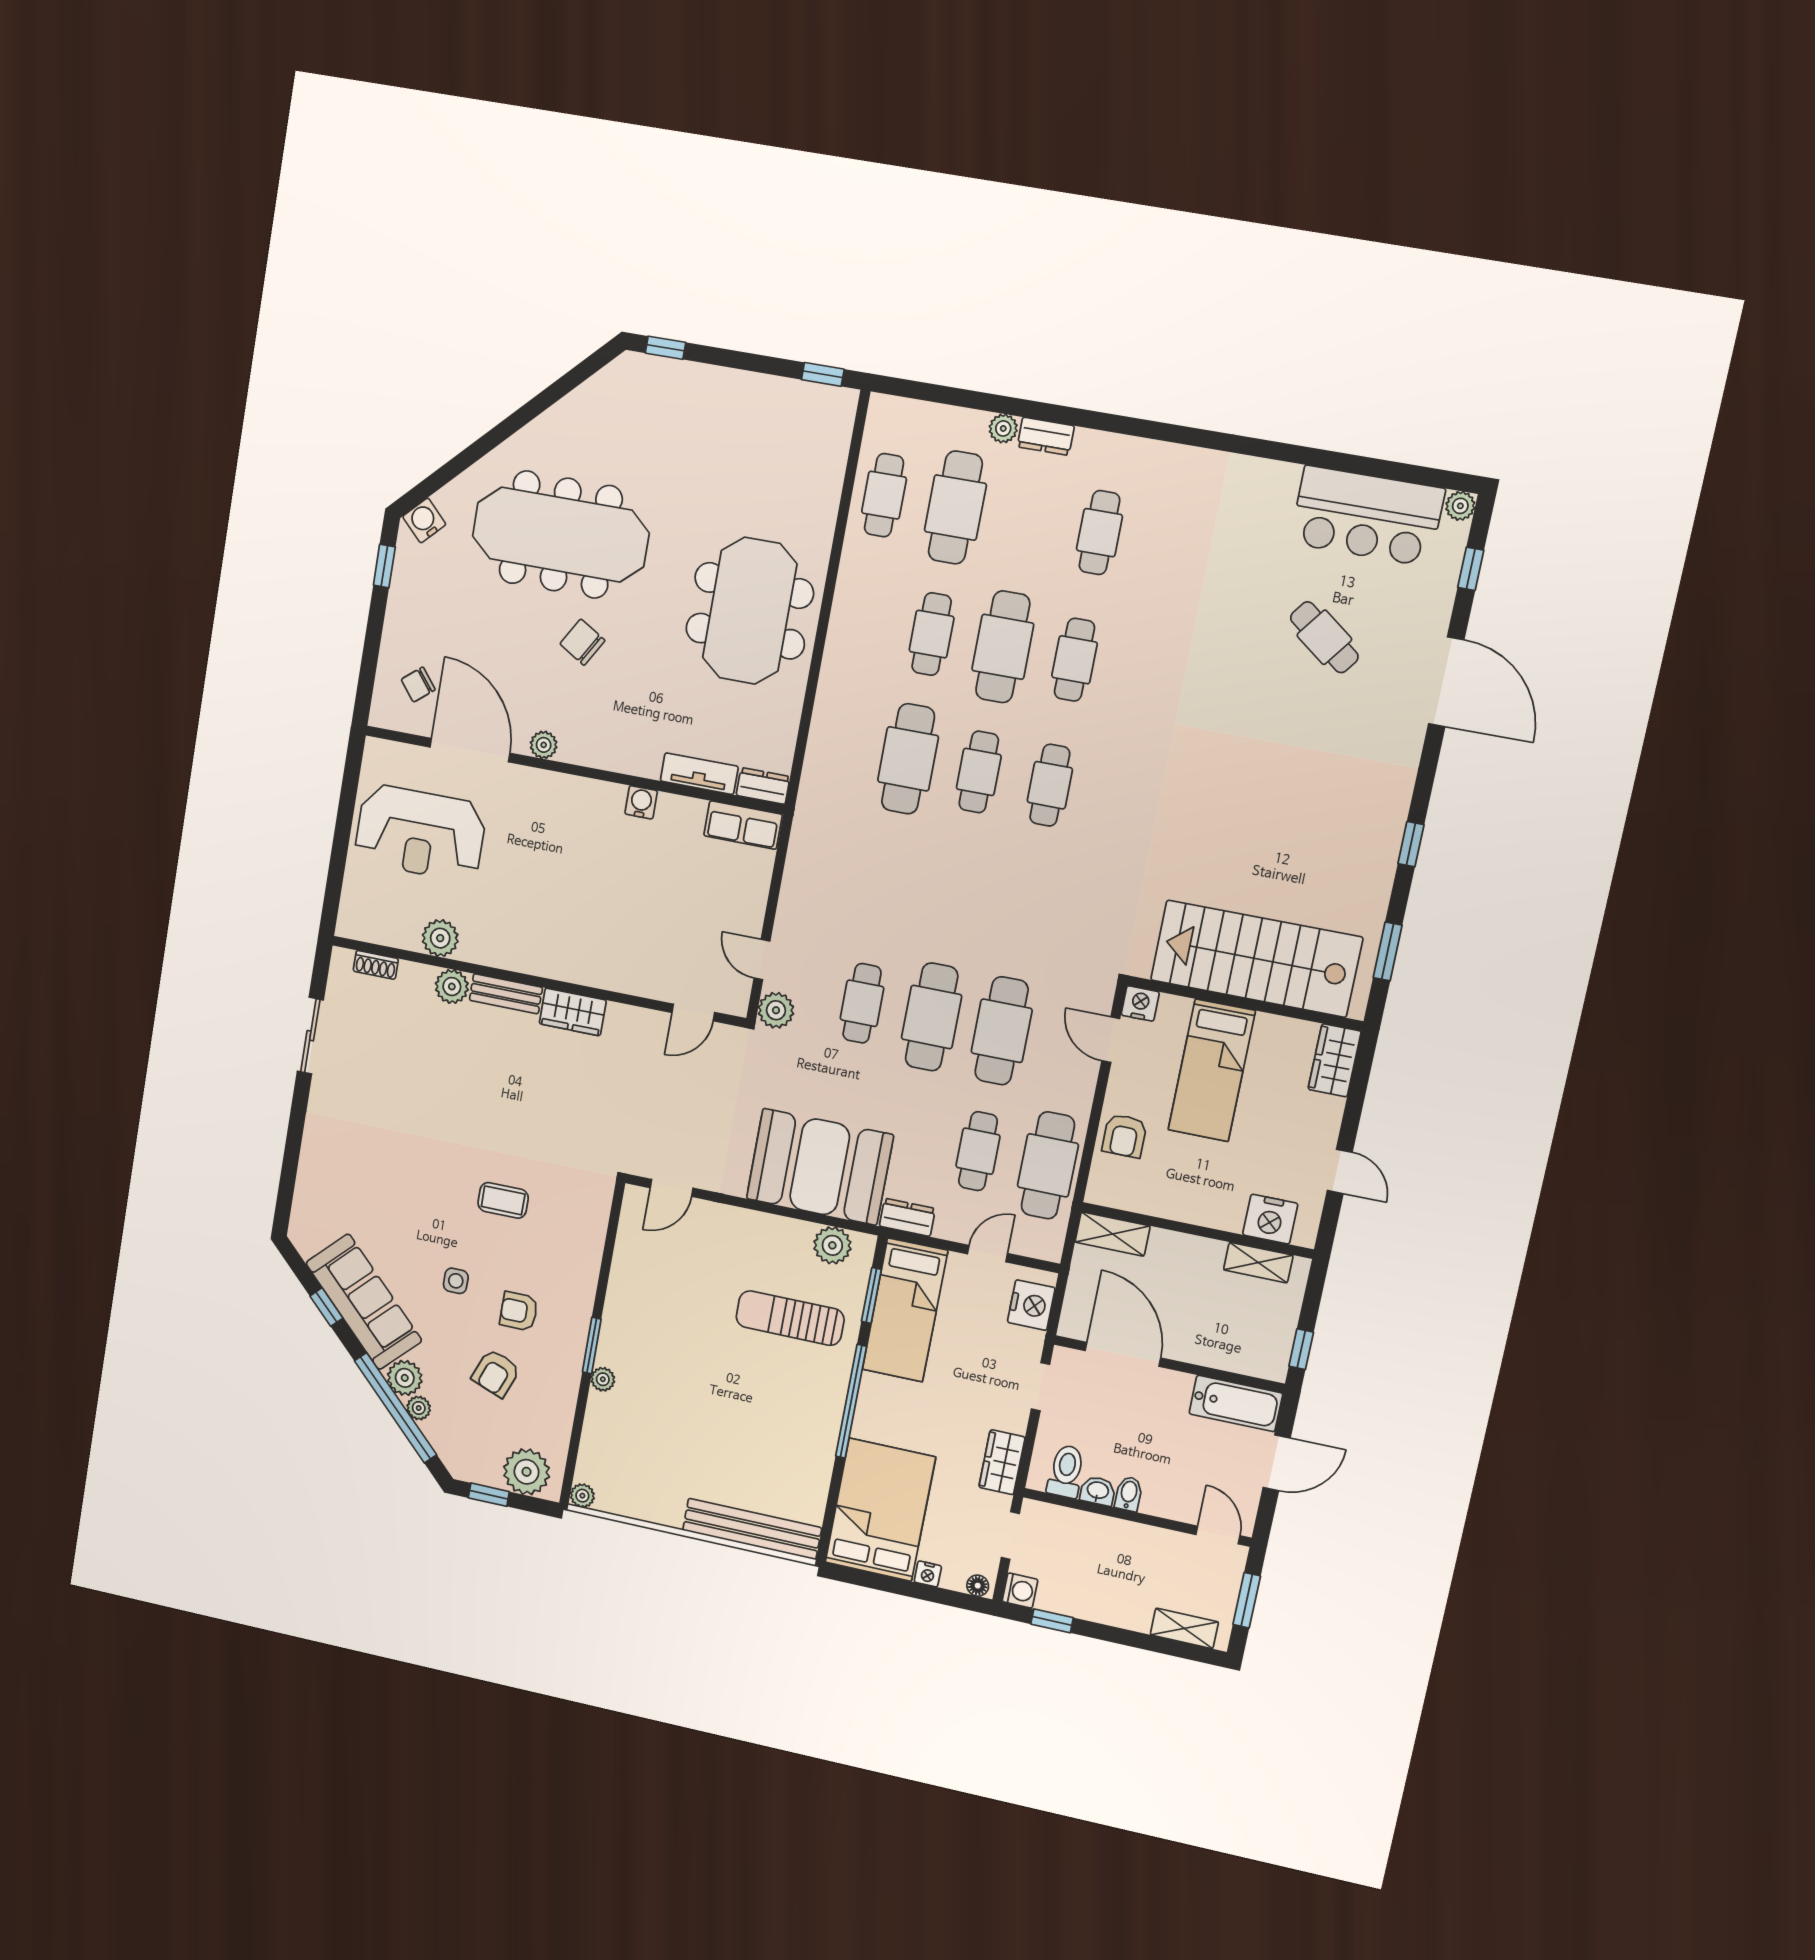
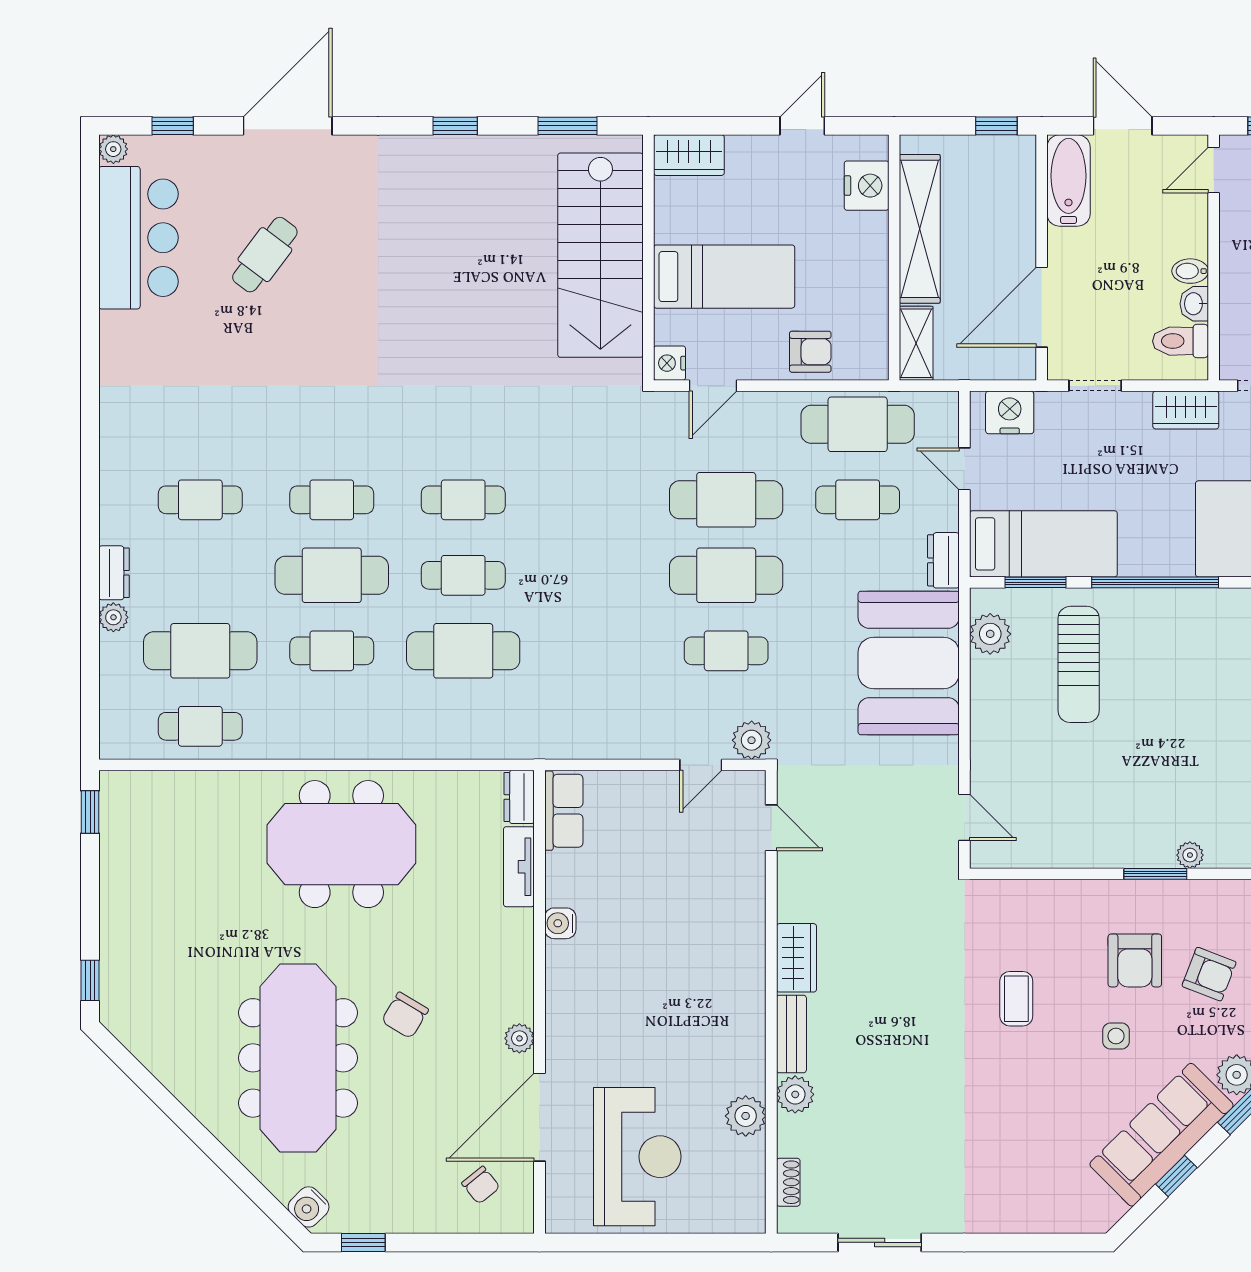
shelving: (1258, 1263) -> (920, 229), width x2.20, depth x1.33
armchair: (519, 1311) -> (1135, 960), width x1.38, depth x1.38

